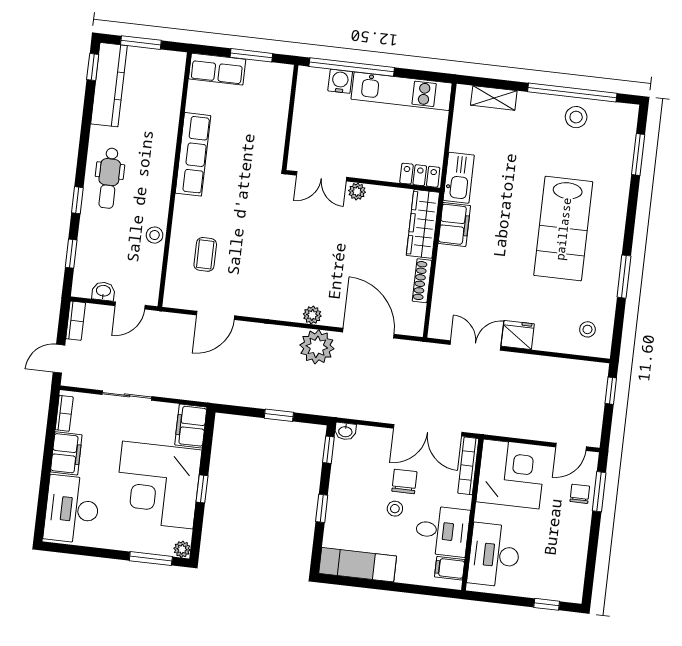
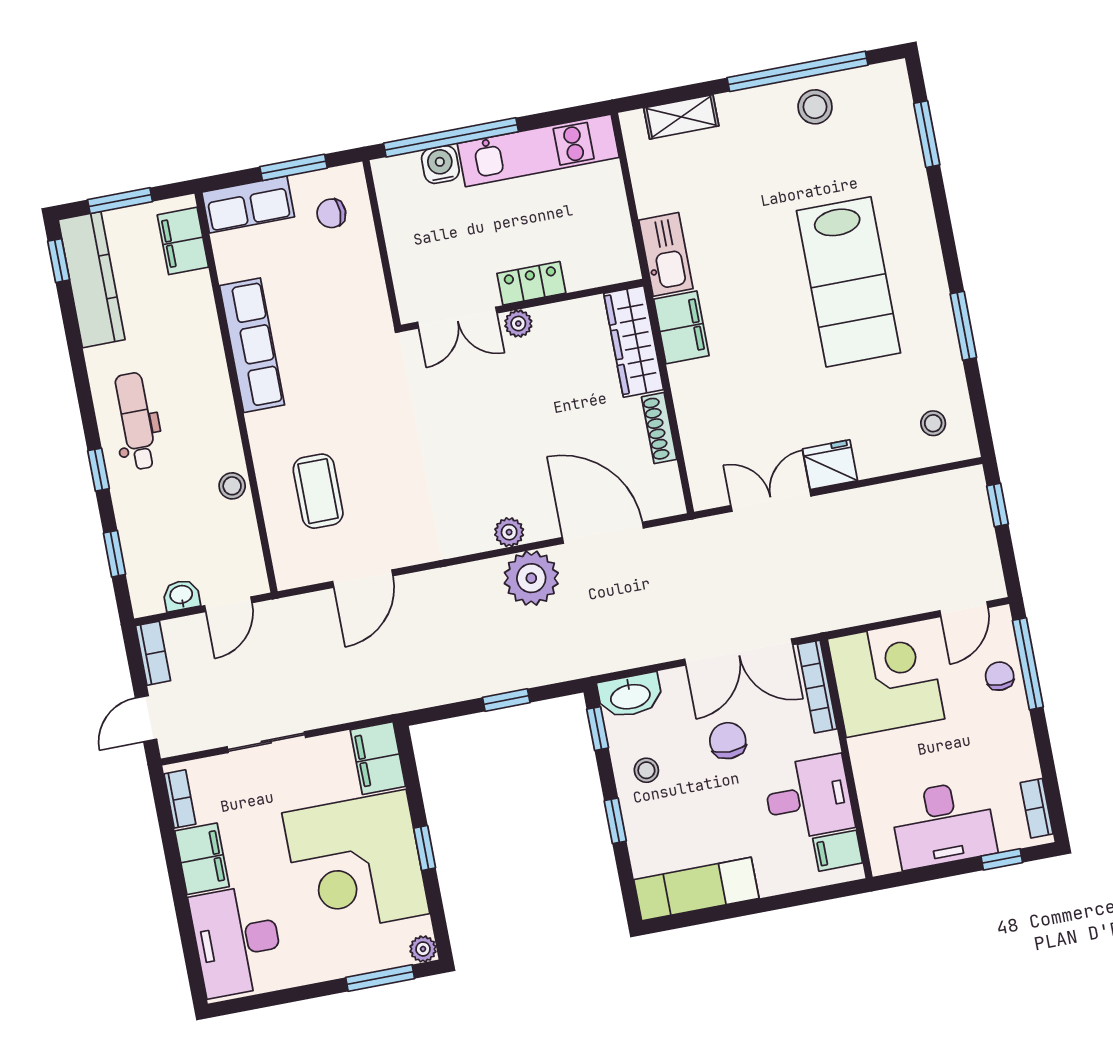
filing cabinet: (171, 79) -> (183, 241), added
chair: (265, 90) -> (331, 213), added
locker: (420, 175) -> (531, 283), moved
dental chair: (109, 178) -> (136, 421), turned 180
coffee table: (205, 254) -> (318, 491), width x1.36, depth x1.30
washbasin: (345, 431) -> (630, 696), width x1.91, depth x1.45
window: (599, 492) -> (1028, 664), width x1.44
stool: (395, 509) -> (646, 770), moved
desk: (494, 555) -> (943, 824), moved, turned -90
bookcase: (577, 580) -> (1037, 808), added

